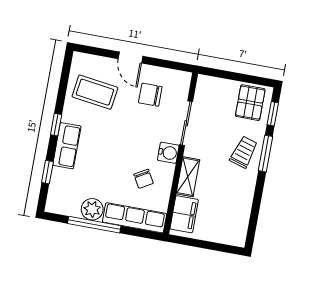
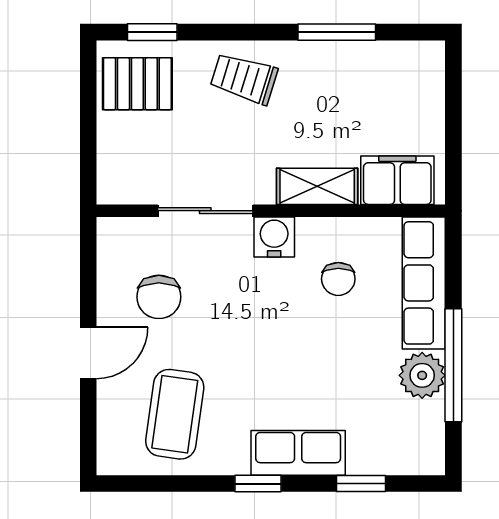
window: (265, 154) -> (337, 32), moved
chair: (144, 179) -> (338, 279), turned 120

